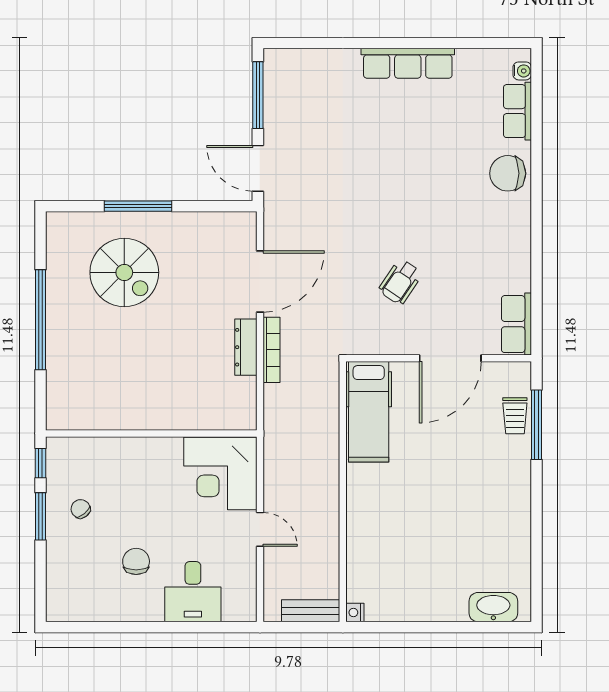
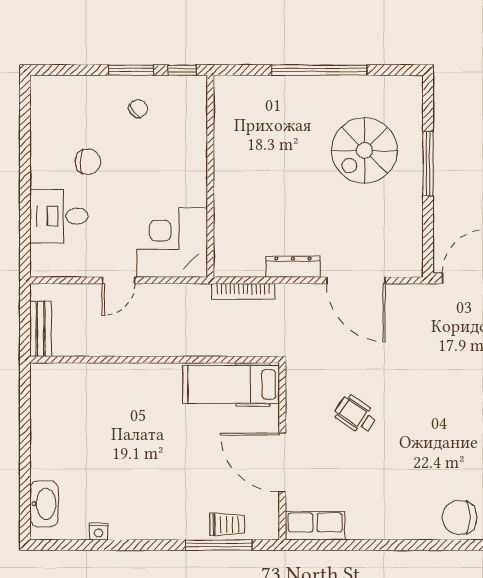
chair: (508, 173) -> (459, 517), turned -90
bookcase: (271, 350) -> (243, 291), moved
trolley: (515, 416) -> (227, 524), turned 180
nightstand: (355, 612) -> (98, 532), moved, turned 180

